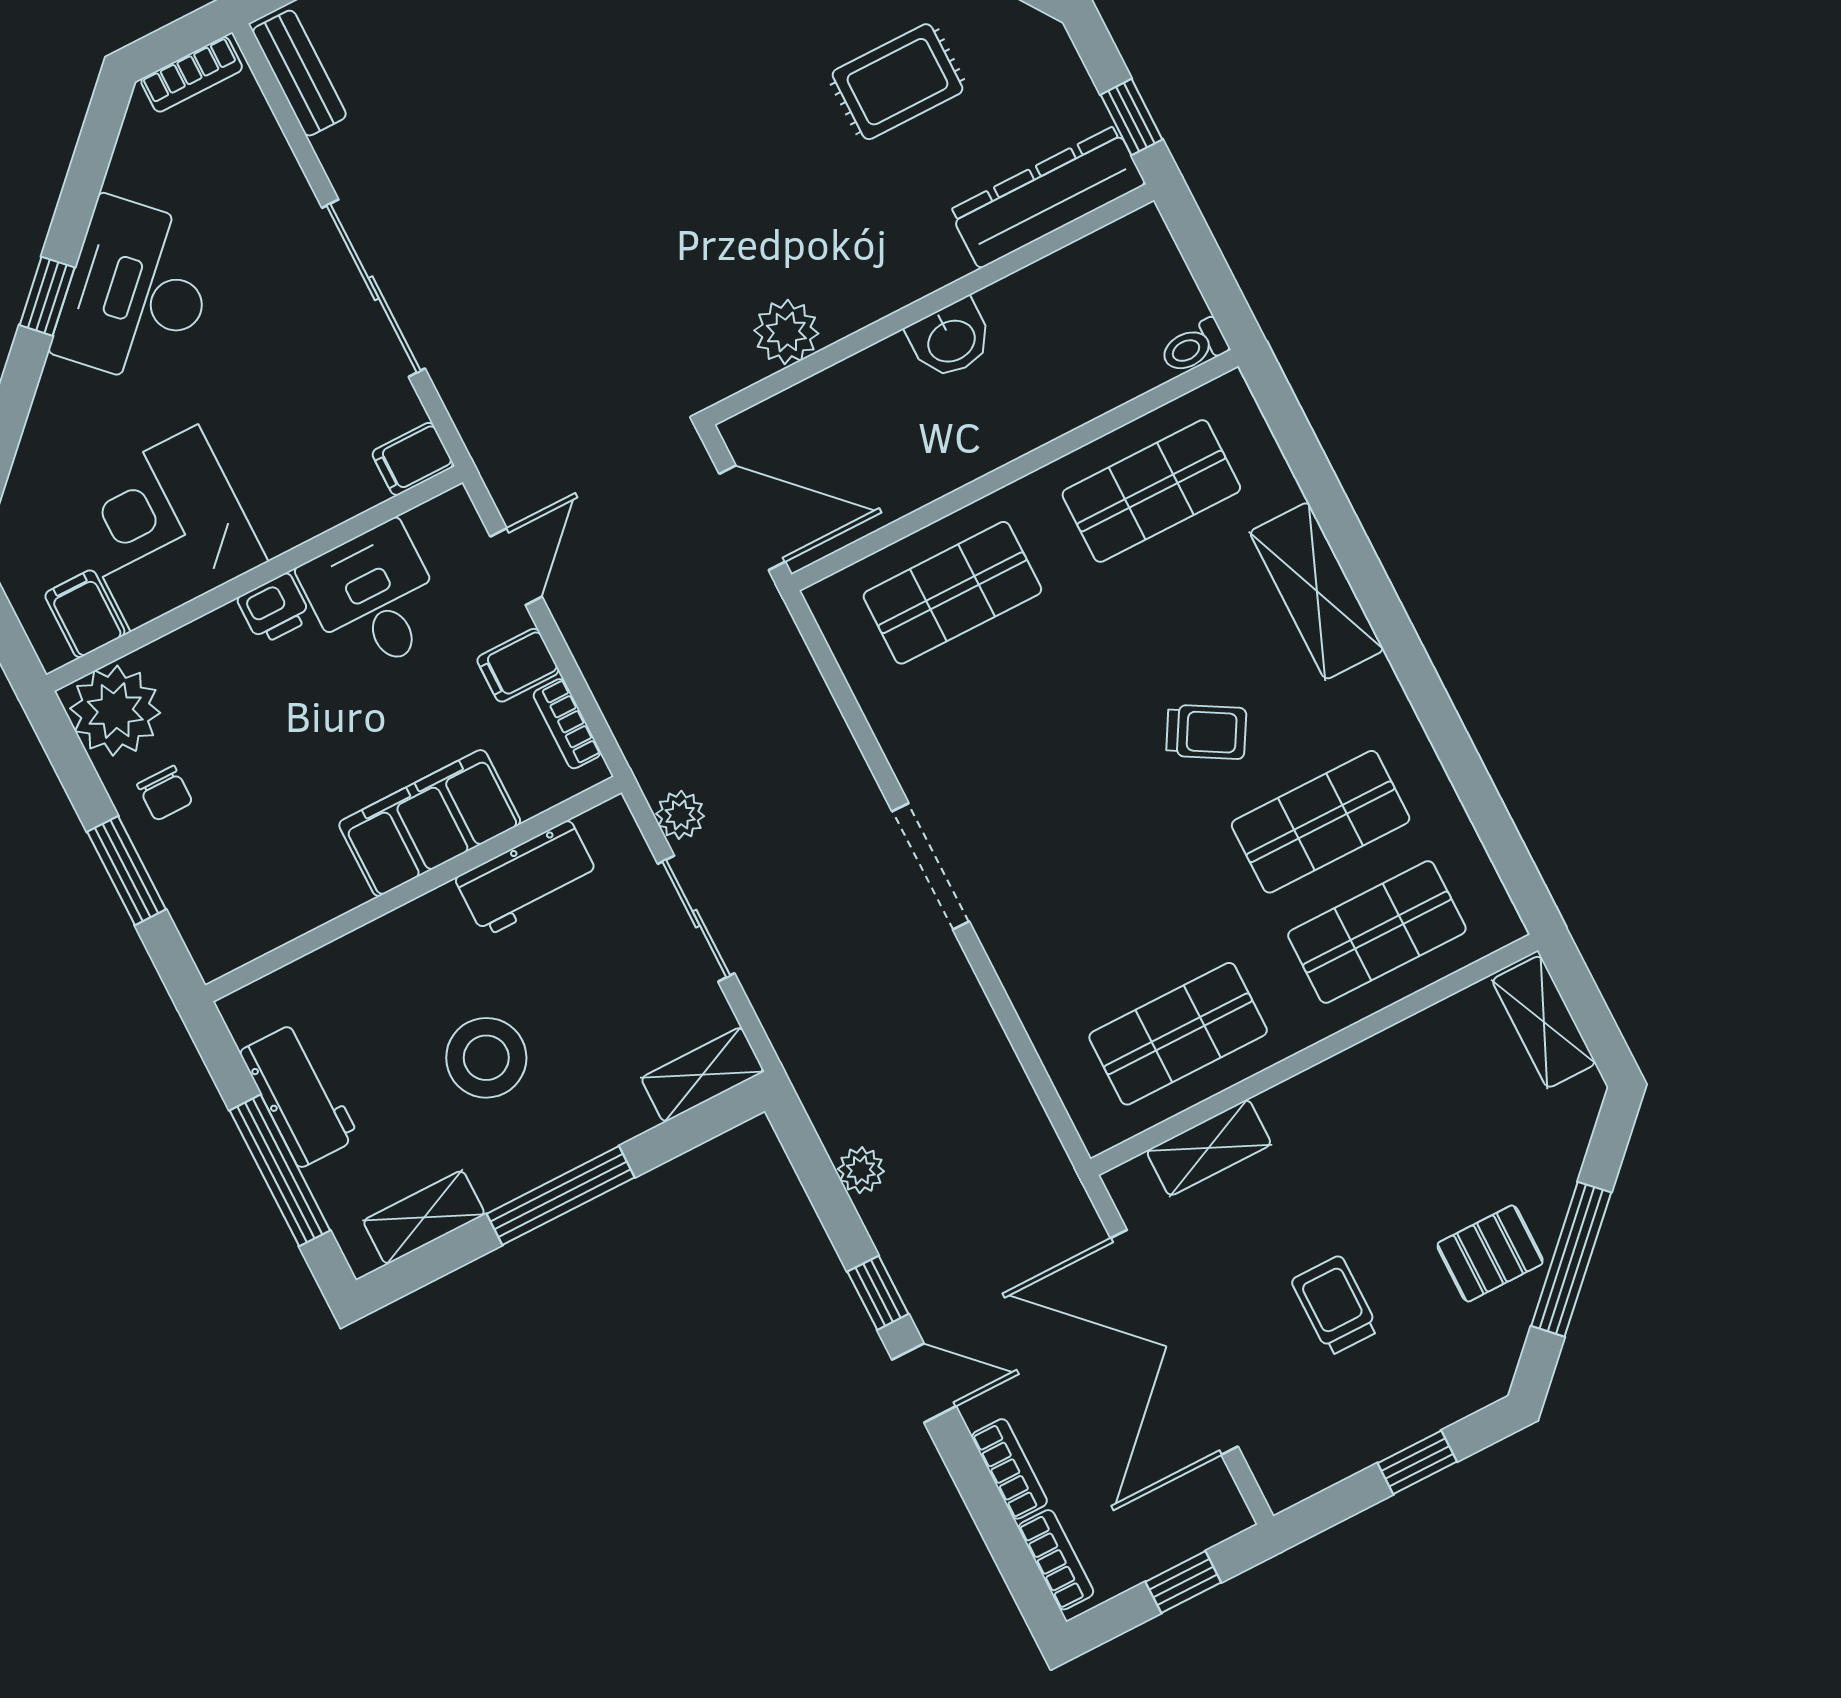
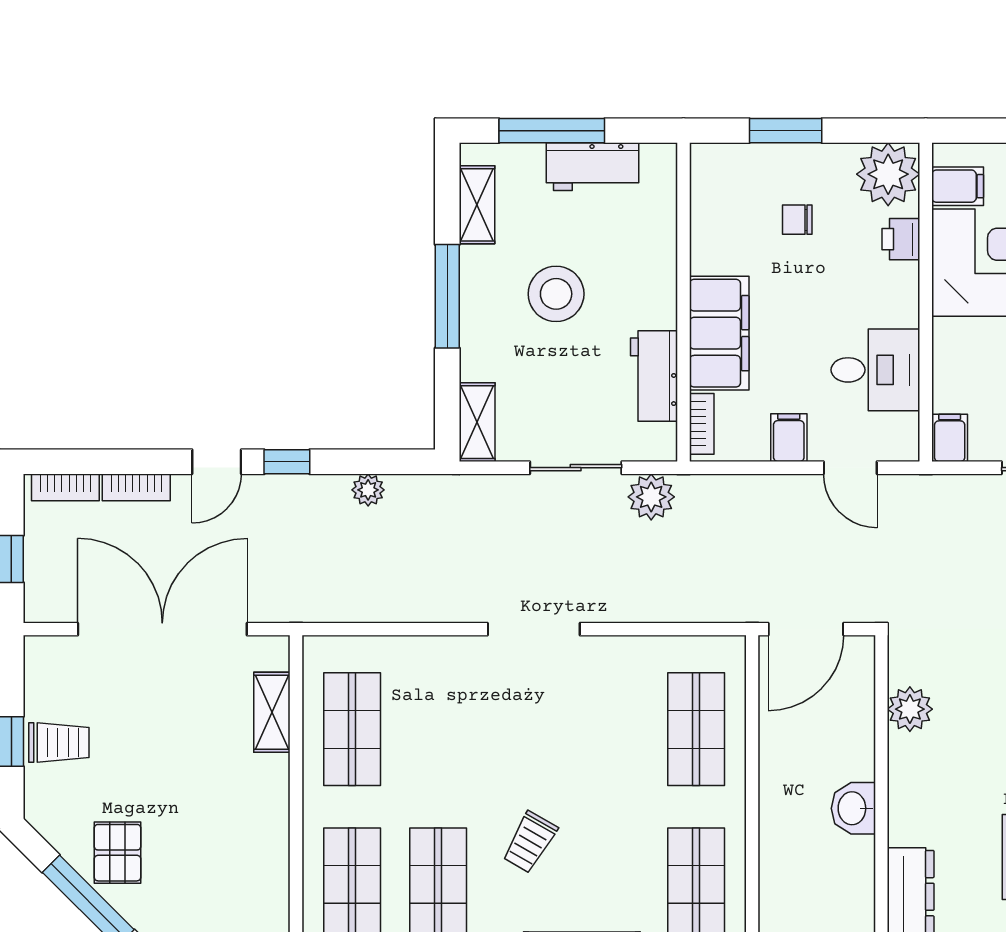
printer: (274, 609) -> (901, 239), moved
bookcase: (567, 724) -> (702, 424), moved, turned 90
chair: (165, 793) -> (797, 220), moved
plant: (680, 815) -> (651, 497), width x1.38, depth x1.38
trolley: (1335, 1305) -> (59, 742), moved

